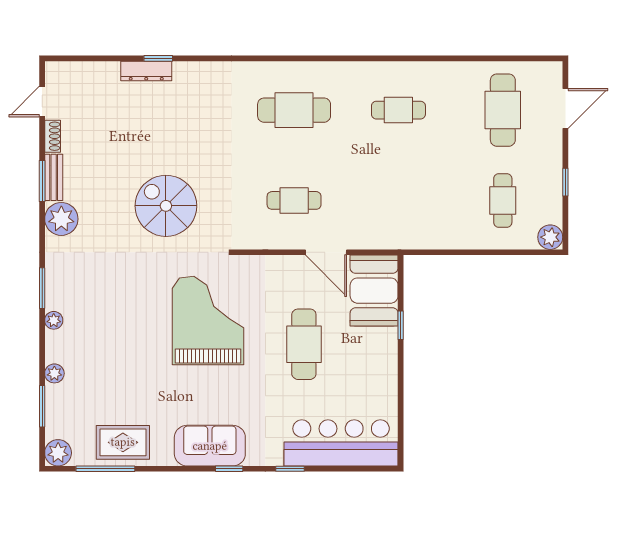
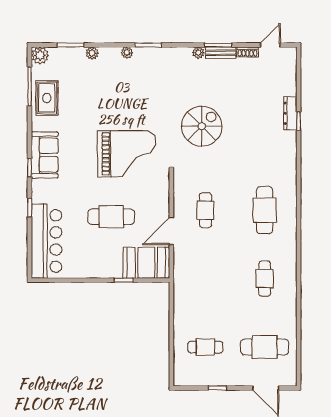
door: (42, 101) -> (270, 45), hinge flipped
plant: (61, 219) -> (198, 53), width x0.53, depth x0.53
plant: (550, 237) -> (181, 378), removed

